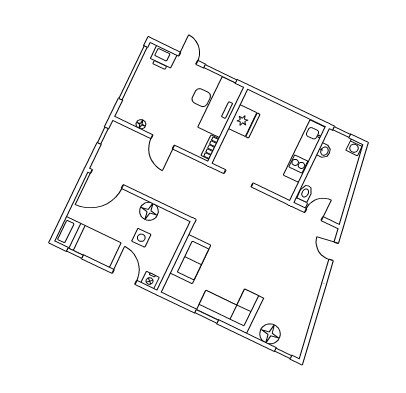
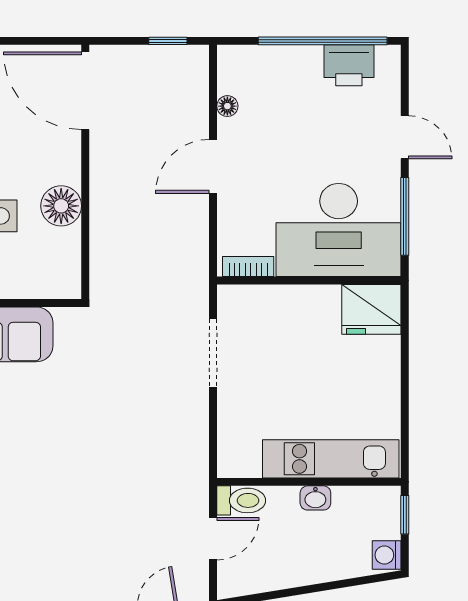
printer: (163, 58) -> (349, 65), moved, turned -90
door: (188, 58) -> (405, 137), hinge flipped
fridge: (244, 121) -> (371, 309), moved
washbasin: (324, 151) -> (315, 498), moved
door: (314, 215) -> (213, 539), hinge flipped

